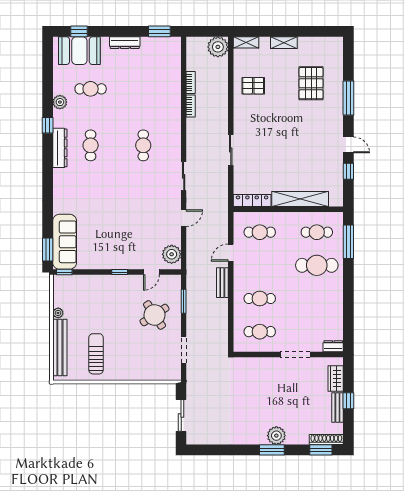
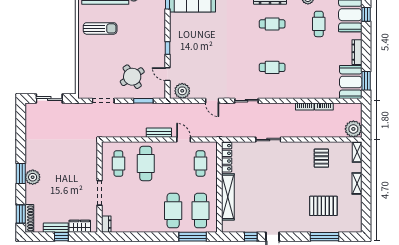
booth: (161, 50) -> (351, 82), added
window: (348, 98) -> (325, 237), moved
cafe table: (317, 232) -> (200, 211), width x1.37, depth x1.35
cafe table: (260, 298) -> (146, 164), width x1.37, depth x1.35

